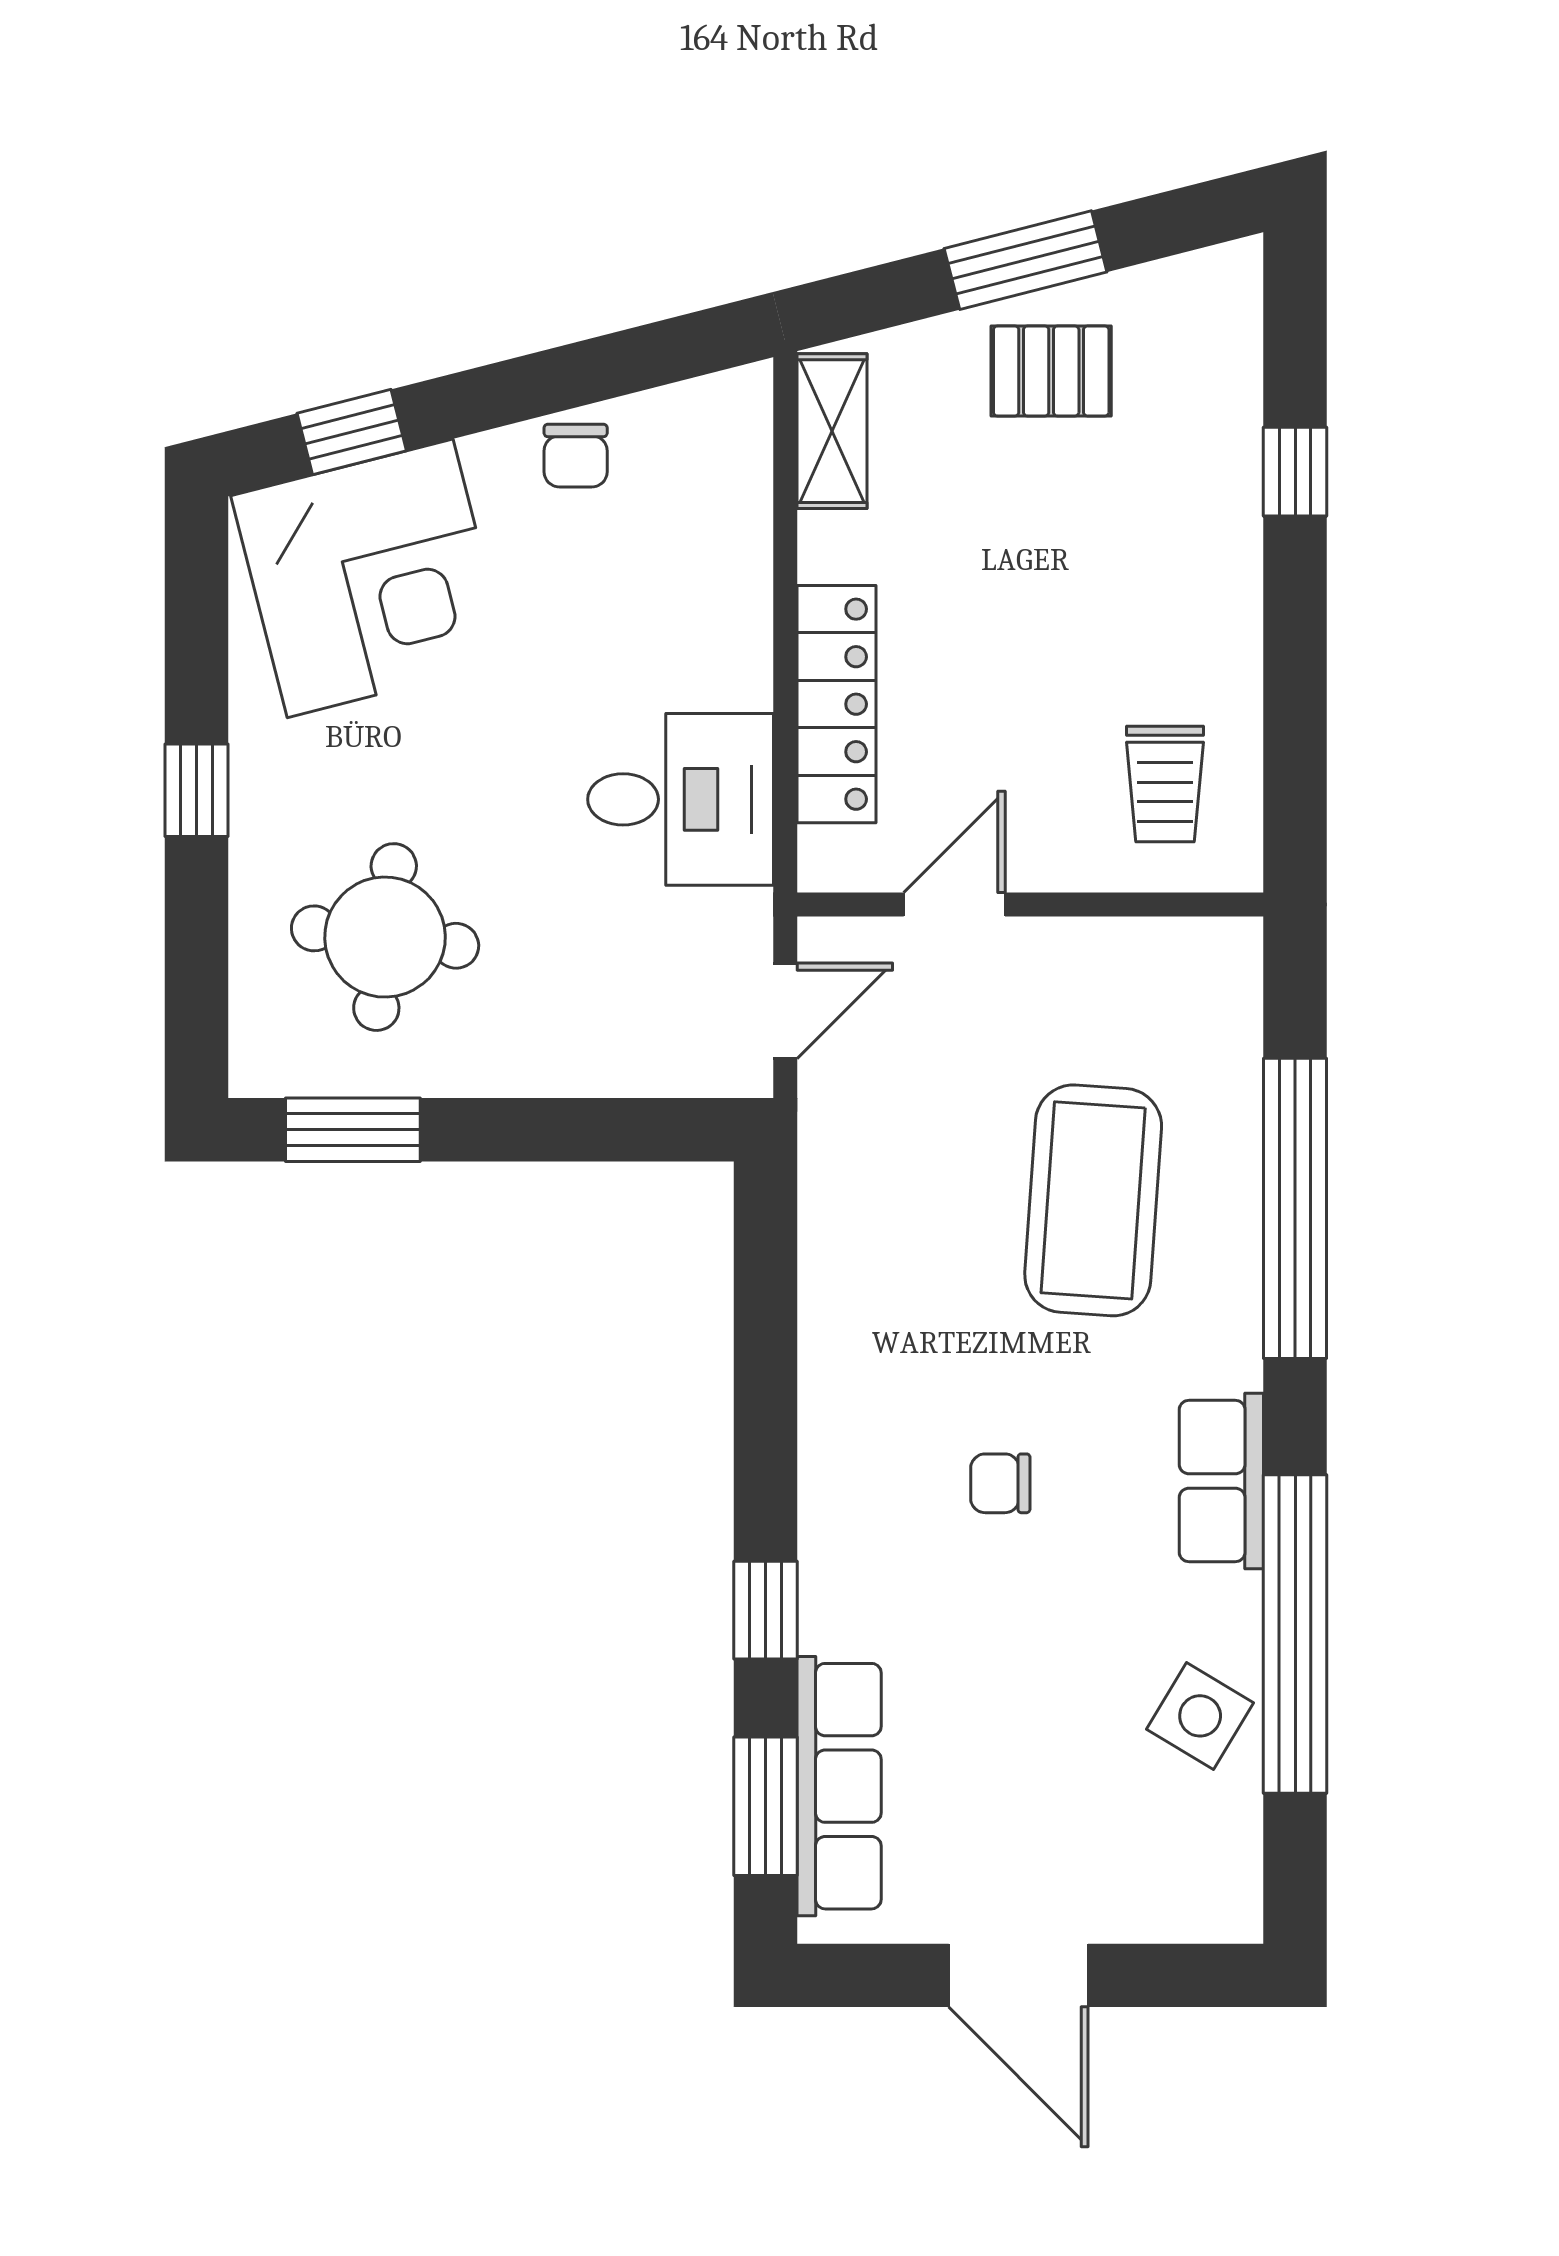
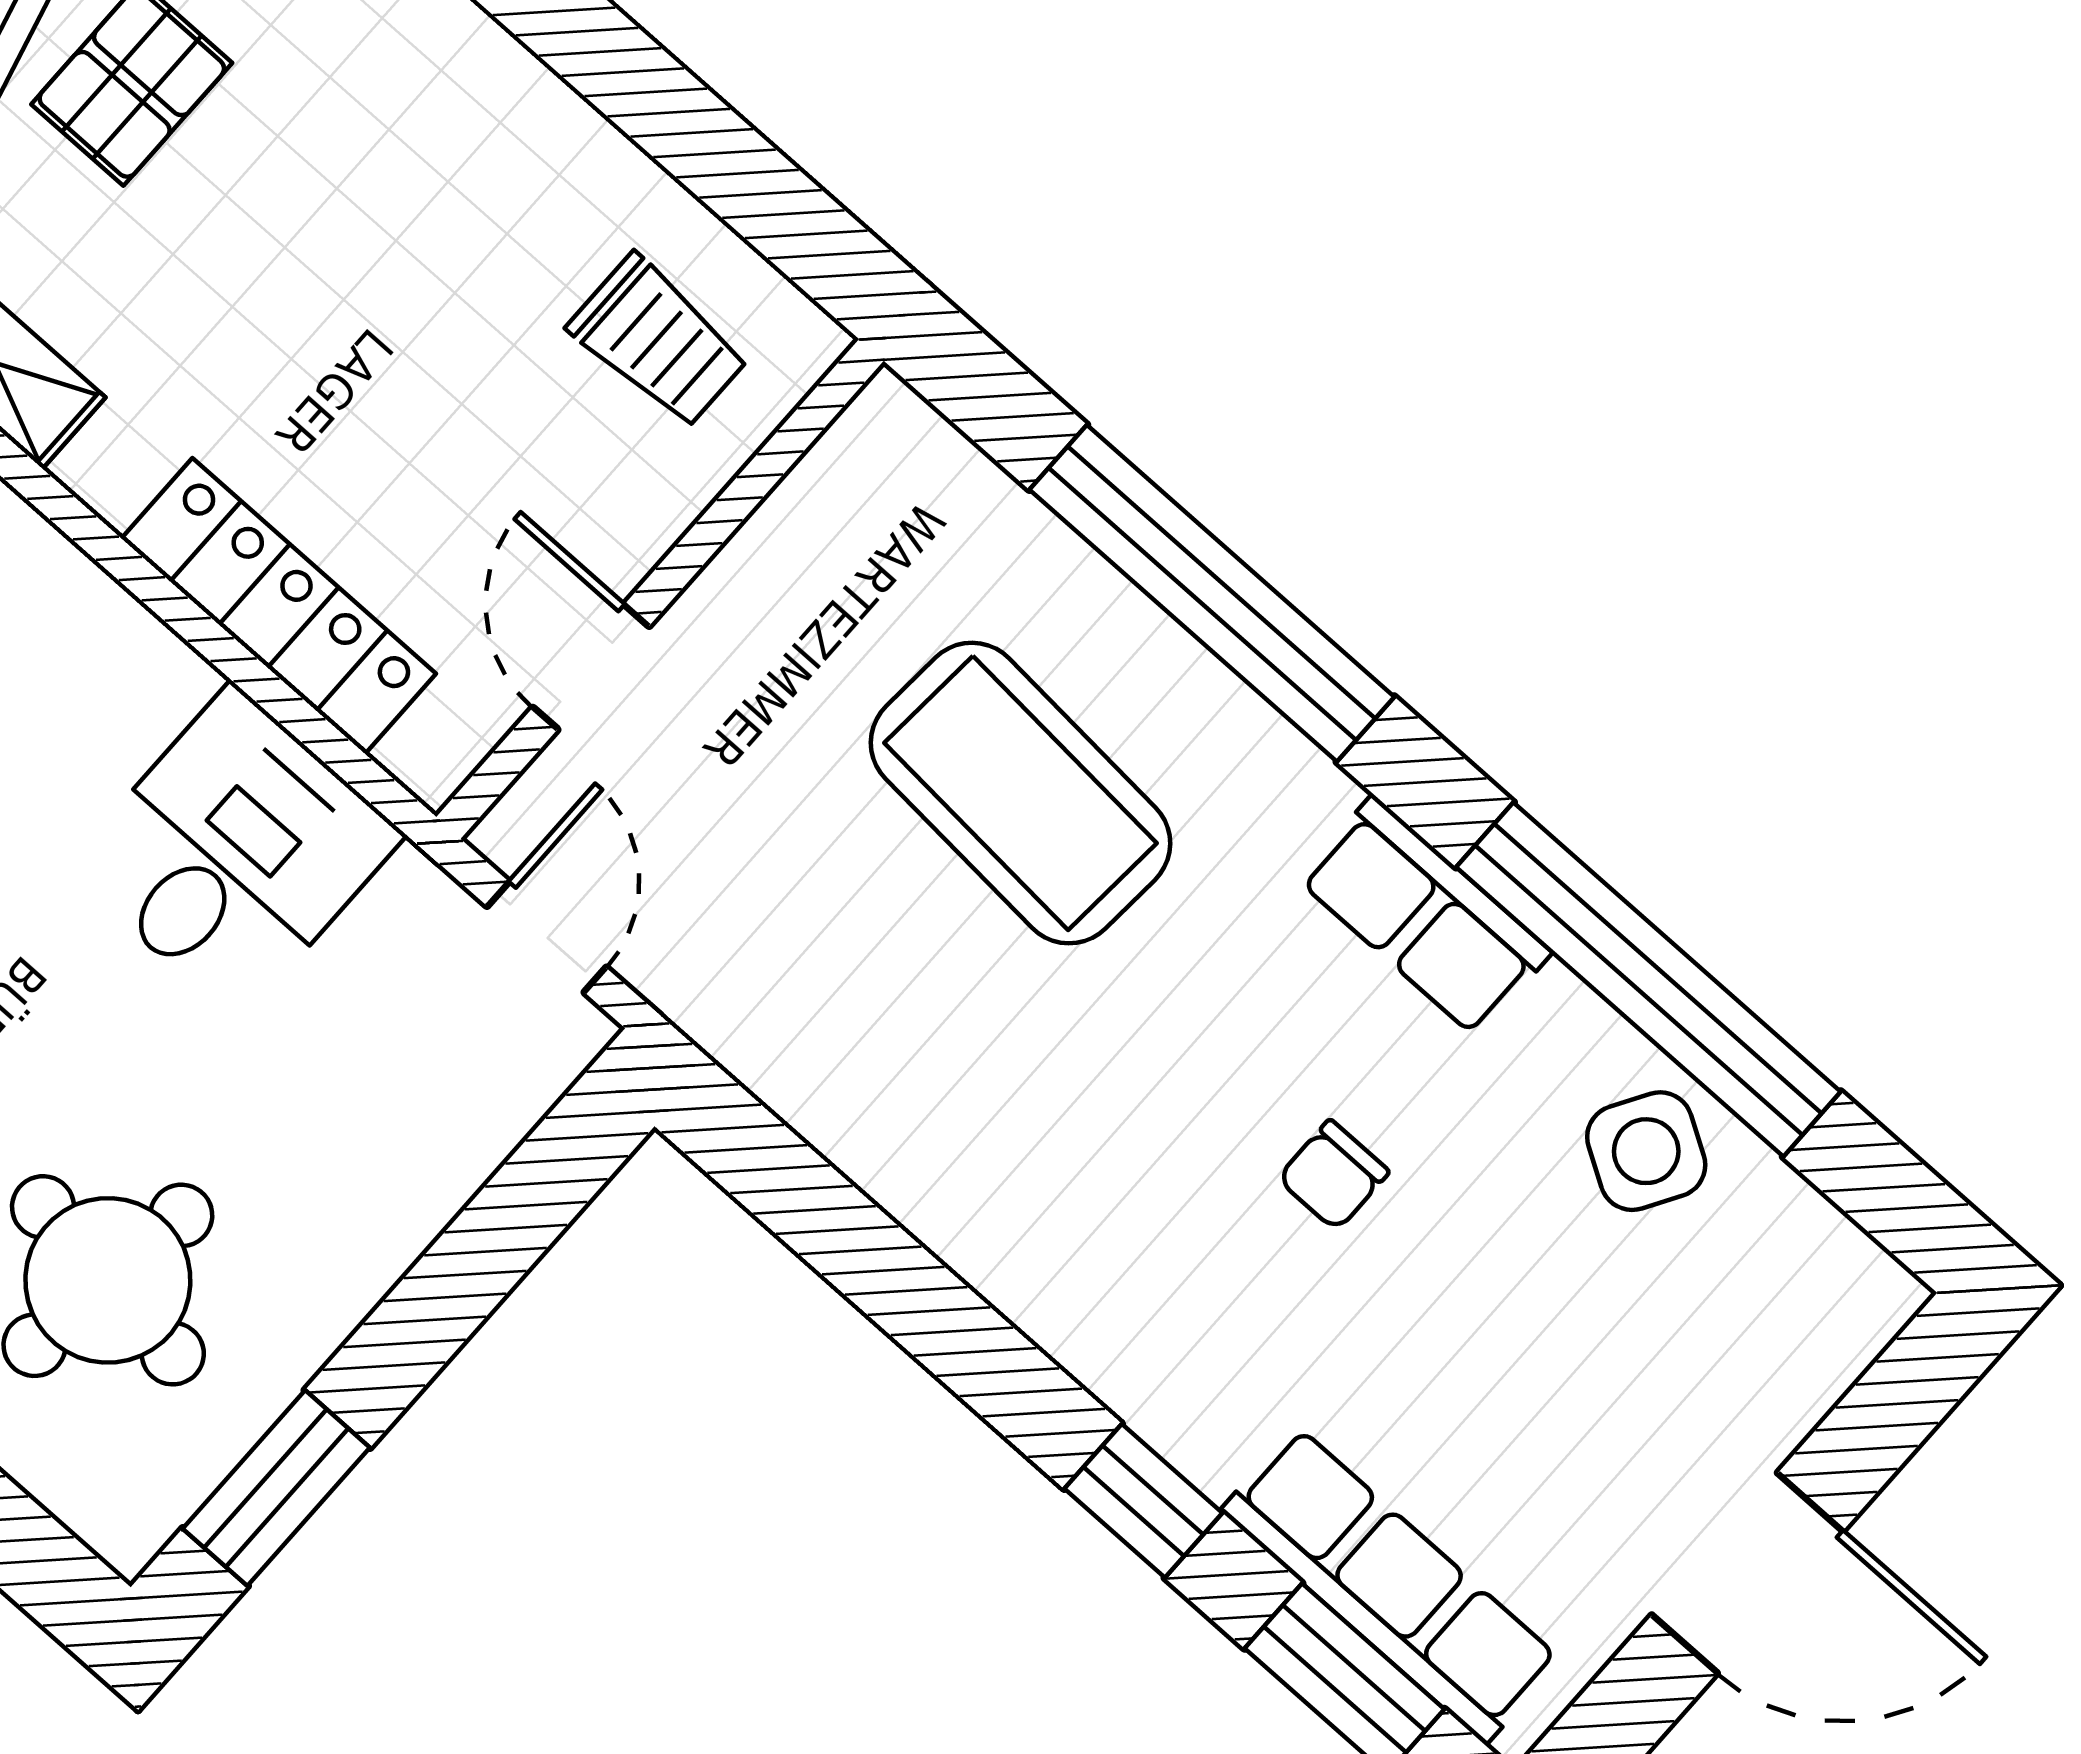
chair: (1000, 1483) -> (1333, 1175), moved

